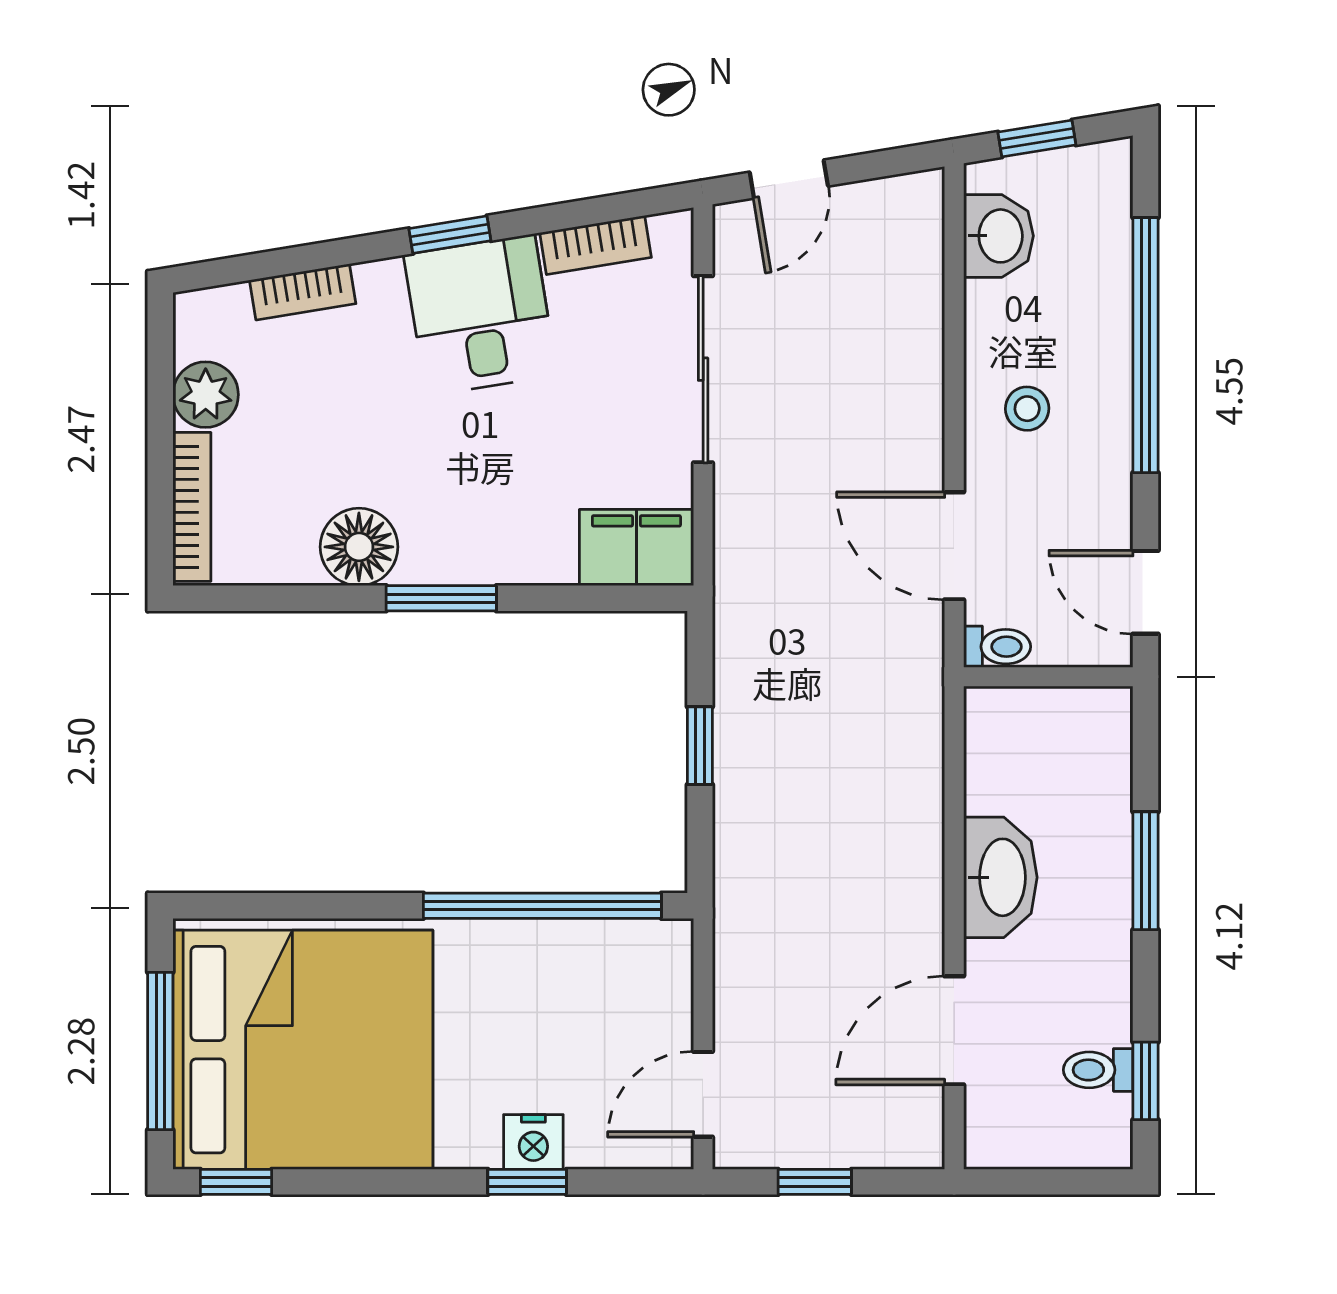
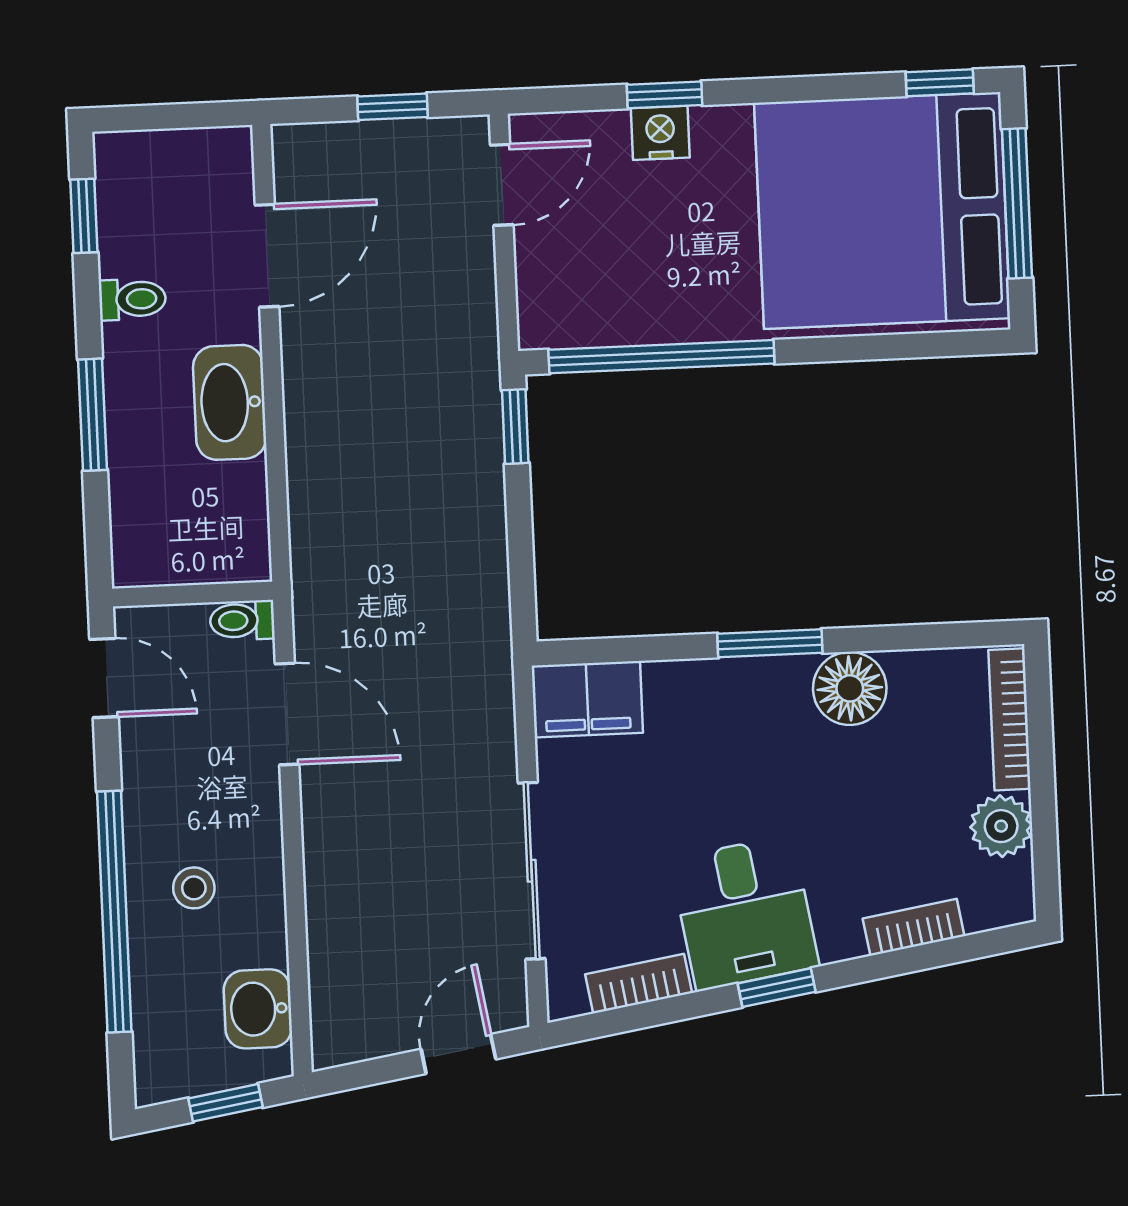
stool: (1027, 409) -> (194, 888), moved
window: (700, 746) -> (515, 427), moved
toilet: (1098, 1070) -> (132, 299), moved

